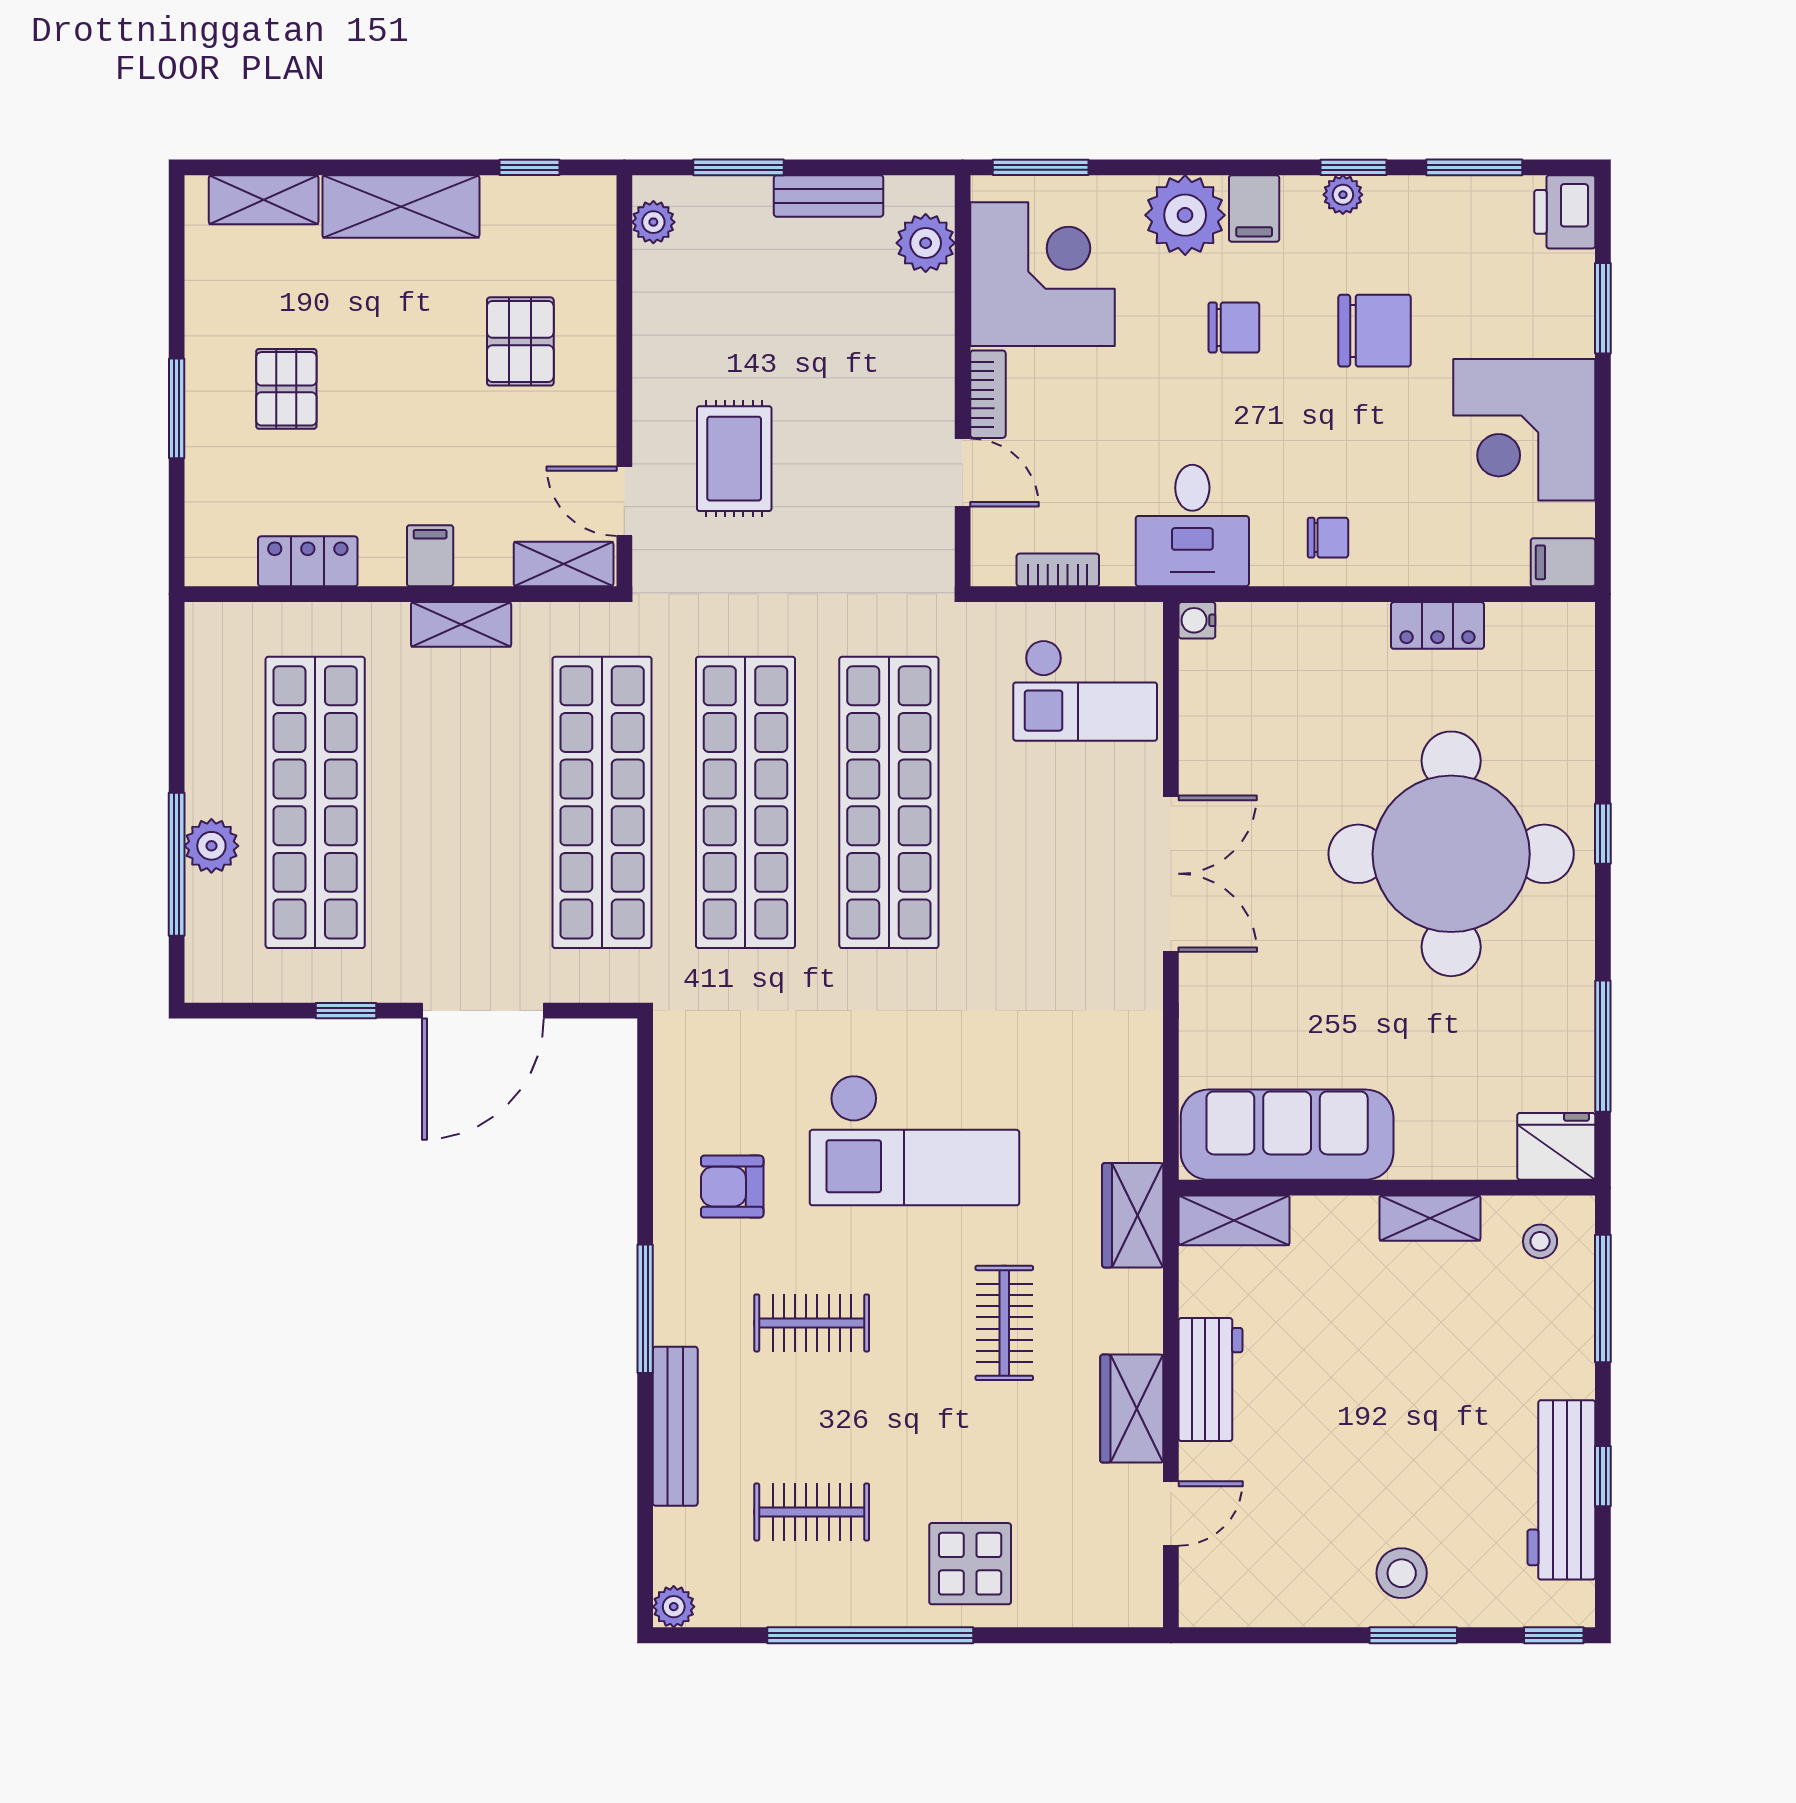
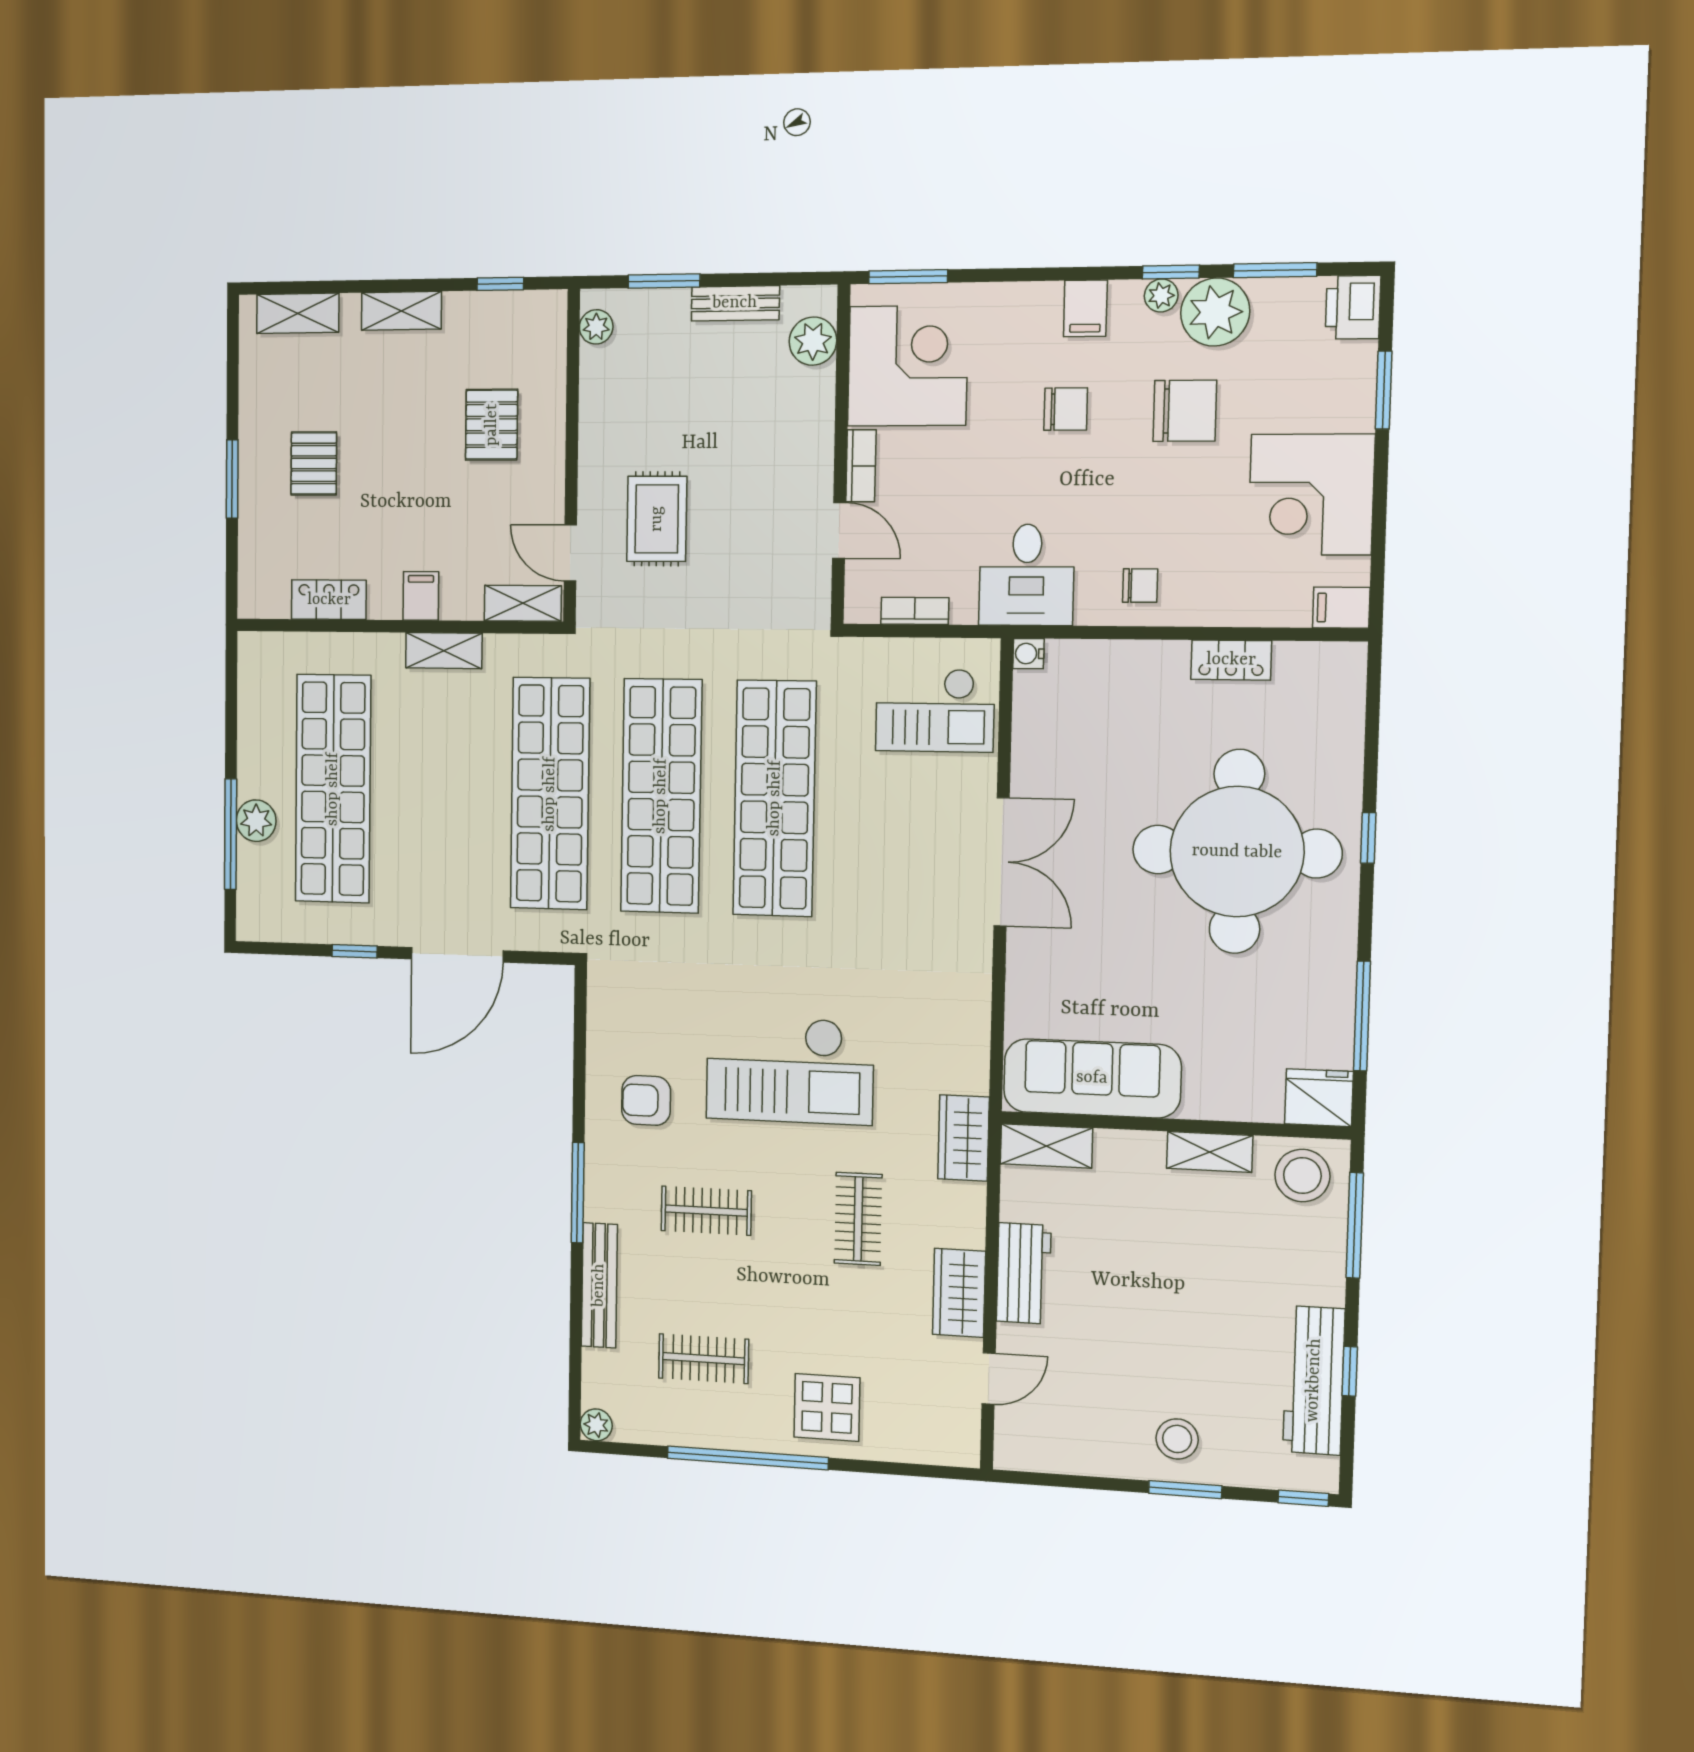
shelving: (401, 207) -> (401, 311), width x0.67, depth x0.75
plant: (1185, 215) -> (1215, 312), moved
stool: (1540, 1241) -> (1302, 1176), width x1.89, depth x1.89

